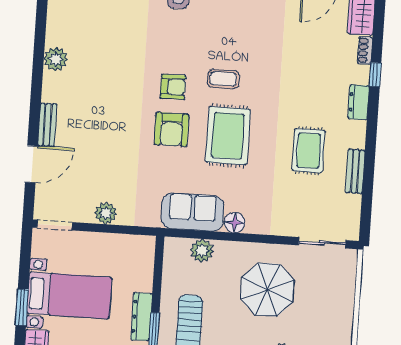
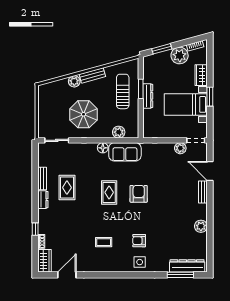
coffee table: (223, 79) -> (104, 242), moved
armchair: (173, 87) -> (139, 241), moved
dresser: (358, 102) -> (43, 200), moved
rug: (228, 136) -> (109, 192), width x0.73, depth x0.70
door: (31, 164) -> (210, 171), hinge flipped
plant: (106, 213) -> (180, 148), moved

